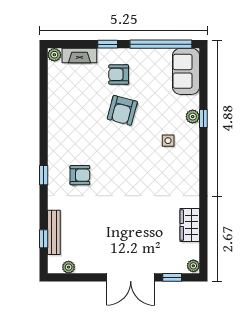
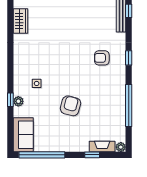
window: (108, 44) -> (92, 155), moved
armchair: (119, 74) -> (73, 132), removed
window: (44, 111) -> (129, 105), added

